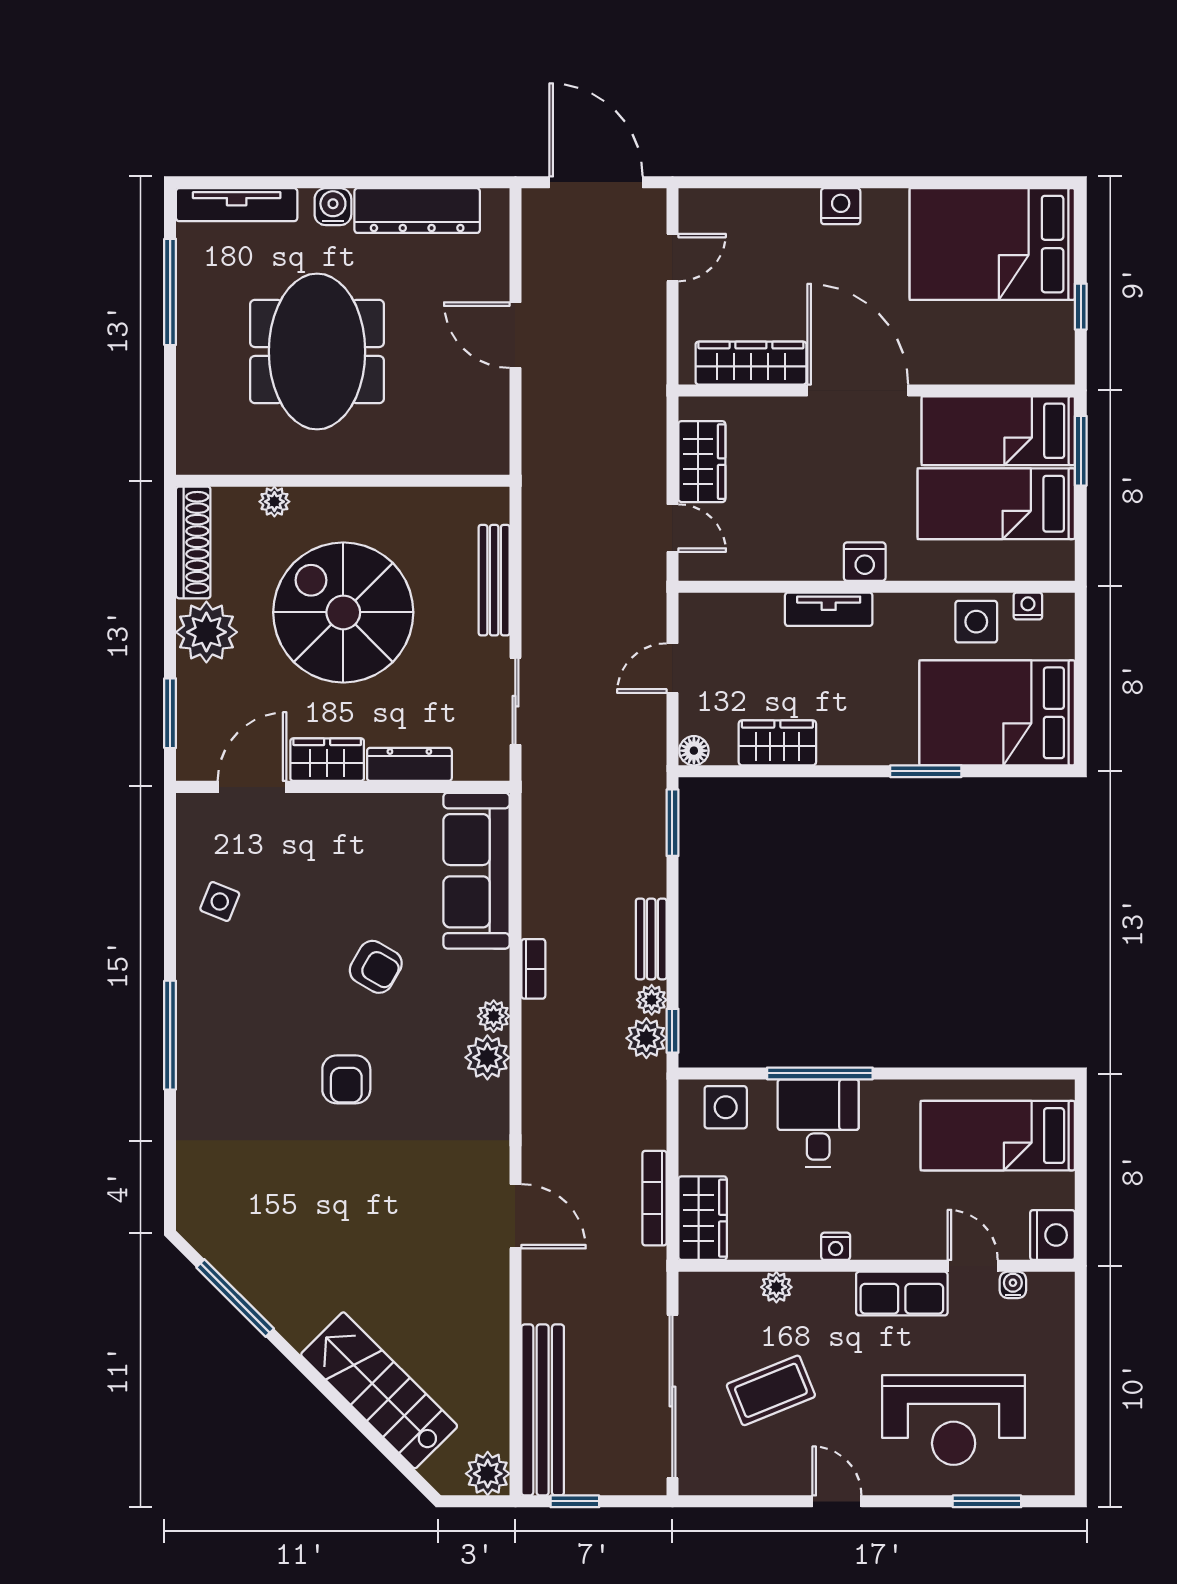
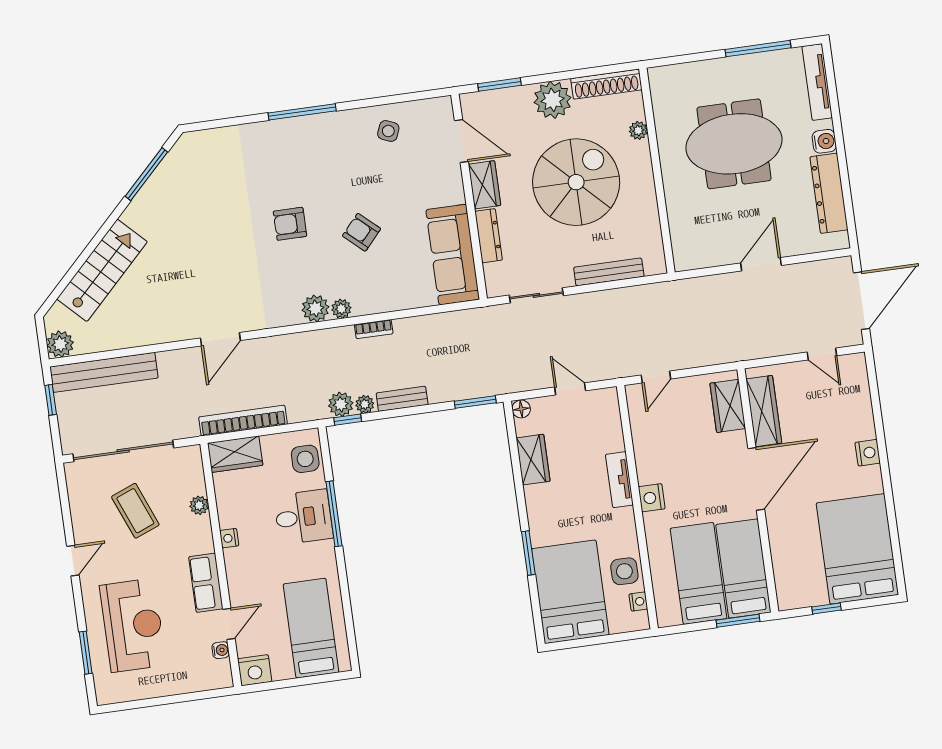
wardrobe: (702, 462) -> (728, 406), moved, turned 90
sofa: (476, 871) -> (453, 255), moved, turned -90
armchair: (376, 967) -> (361, 232), turned 102
bookcase: (654, 1198) -> (243, 421), width x1.48, depth x1.31
reception desk: (954, 1420) -> (133, 625), turned 180

